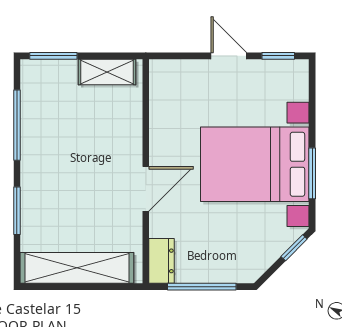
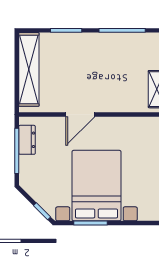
door: (146, 189) -> (80, 114), hinge flipped
dresser: (162, 261) -> (27, 140), moved, turned -90

